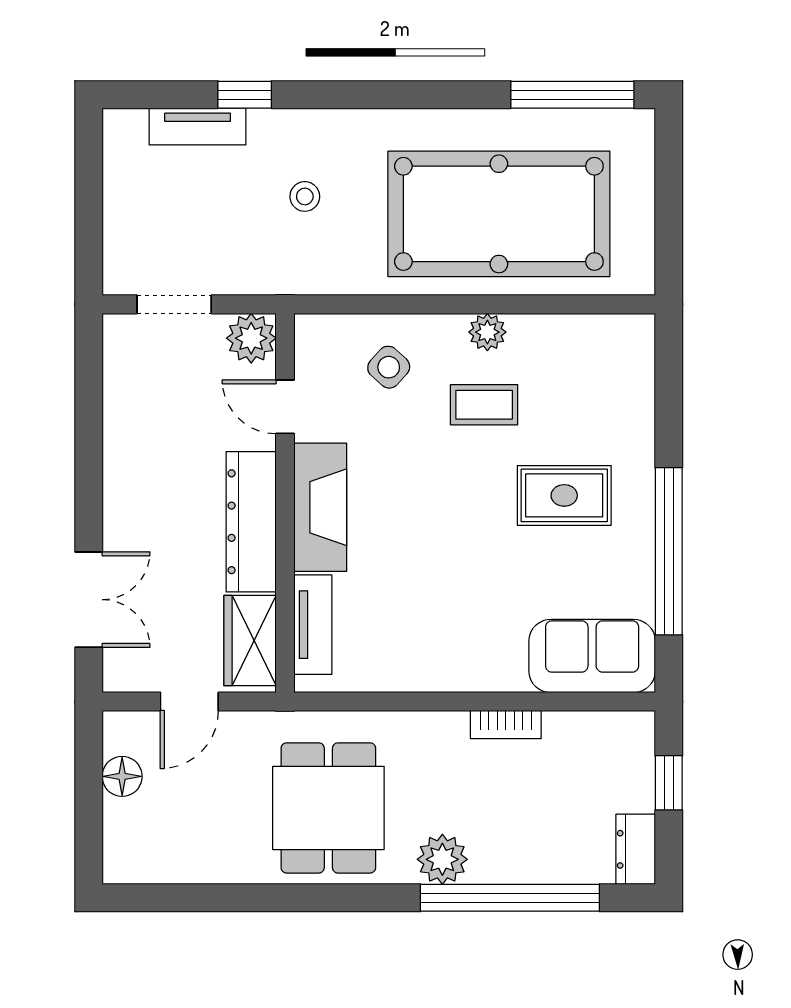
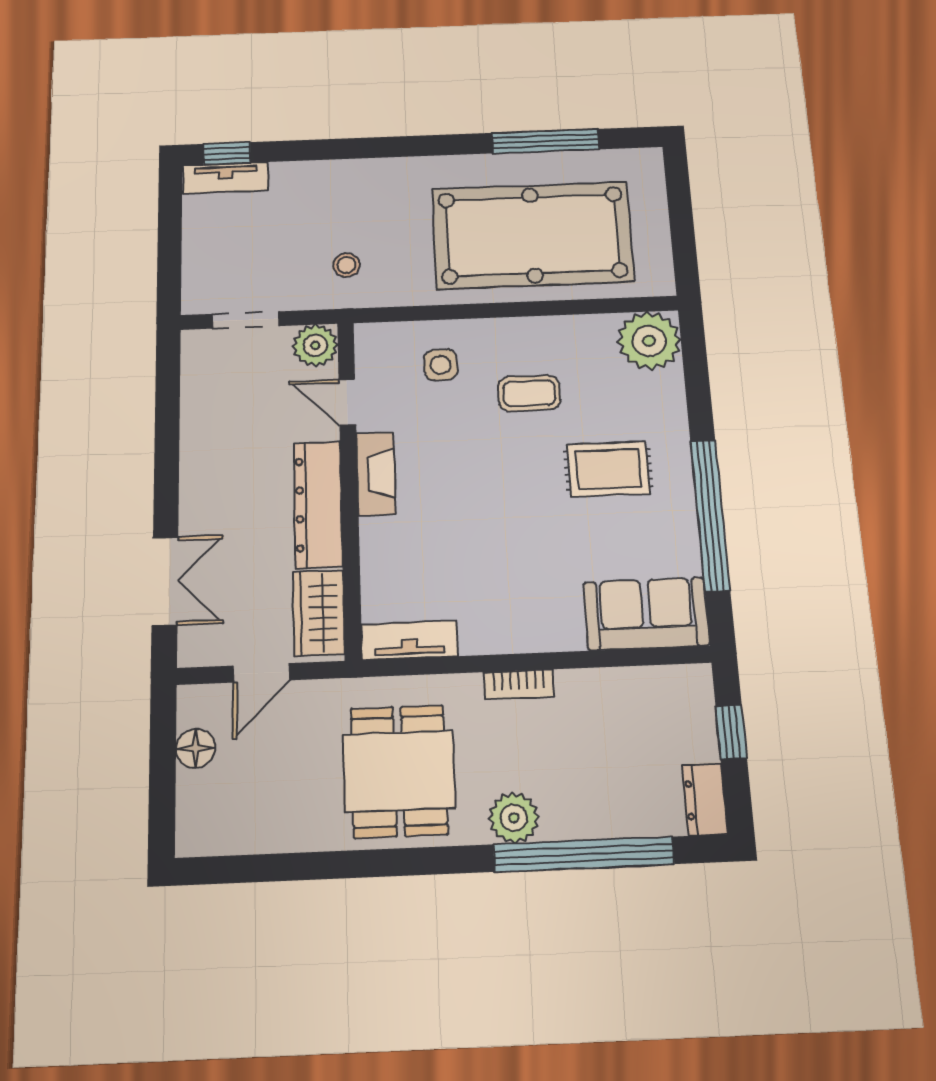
window: (245, 95) -> (227, 153), moved
window: (572, 95) -> (545, 141), moved
tv unit: (198, 127) -> (226, 178), moved
stool: (305, 196) -> (346, 265), moved
plant: (487, 332) -> (649, 341), moved, width x1.88, depth x1.88
side table: (389, 367) -> (441, 365), turned 45
fireplace: (320, 507) -> (376, 474), width x0.73, depth x0.76
tv unit: (313, 625) -> (409, 640), moved, turned -90
bookcase: (506, 725) -> (519, 684), moved

